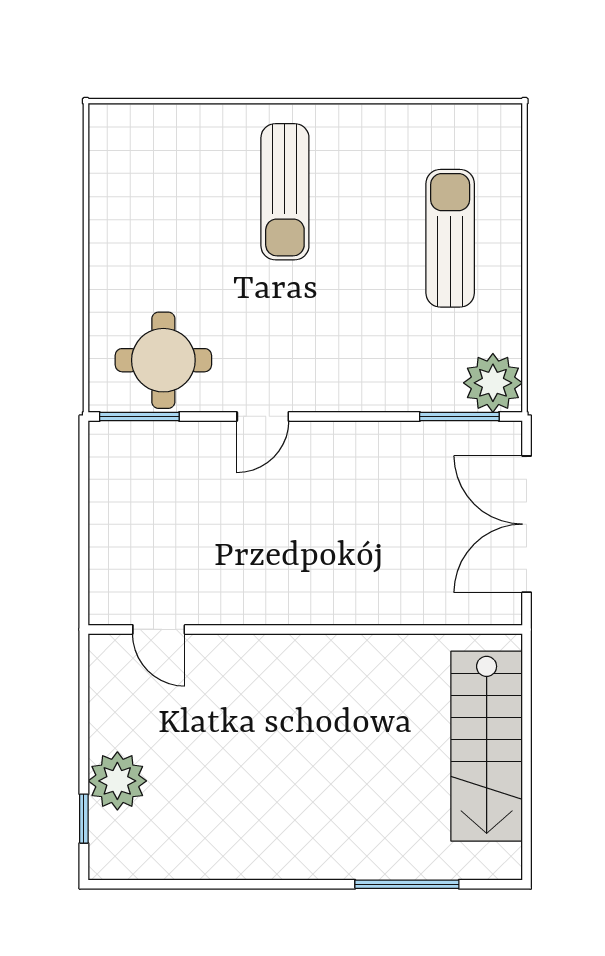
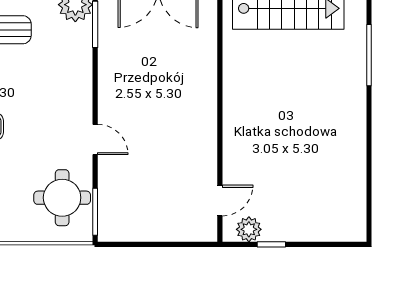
plant: (117, 781) -> (249, 229), moved, width x0.73, depth x0.73
window: (84, 819) -> (271, 244), moved

